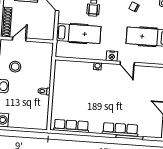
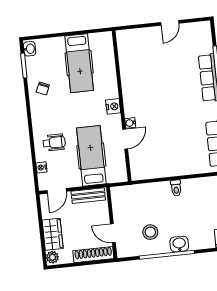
bench: (50, 26) -> (88, 196), added
door: (127, 63) -> (125, 139), moved

